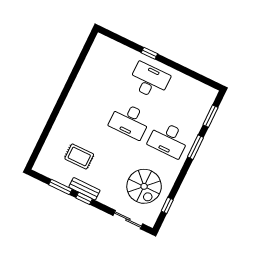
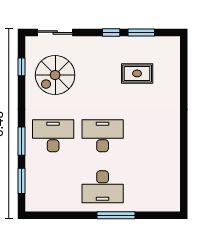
window: (149, 53) -> (116, 215), width x2.17
spiral stairs: (144, 186) -> (55, 75), turned -90
bench: (84, 189) -> (116, 43), removed

